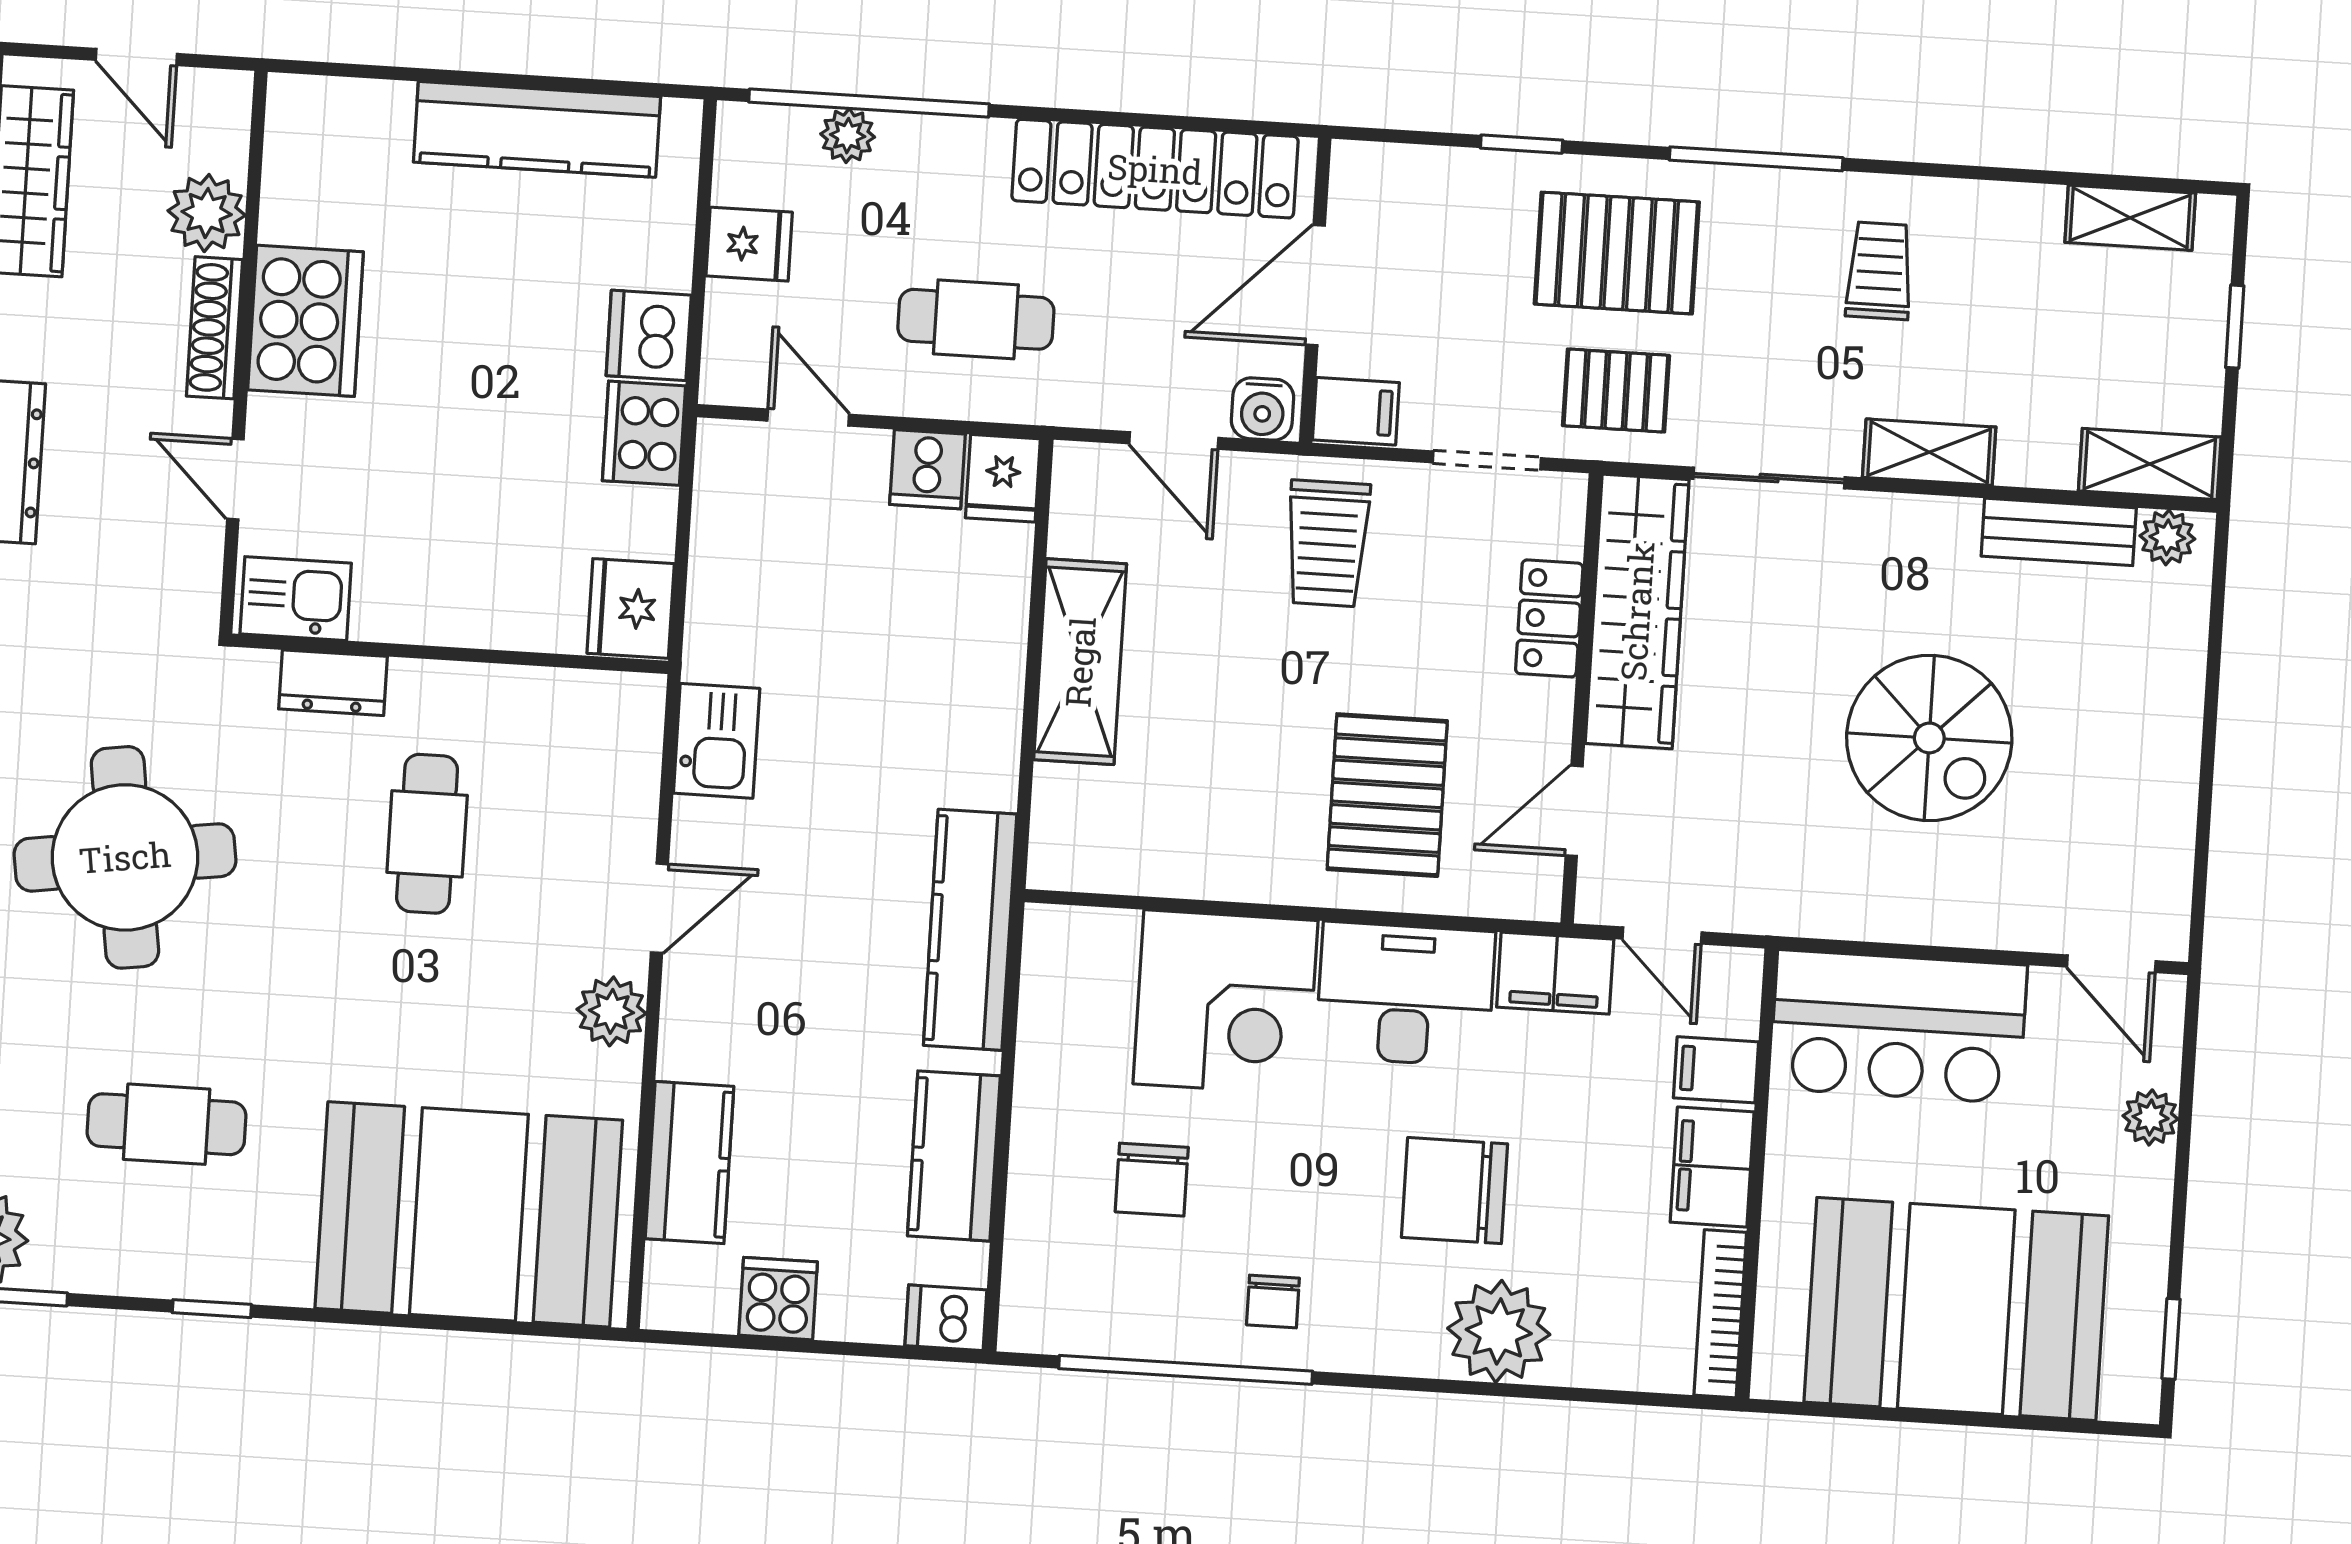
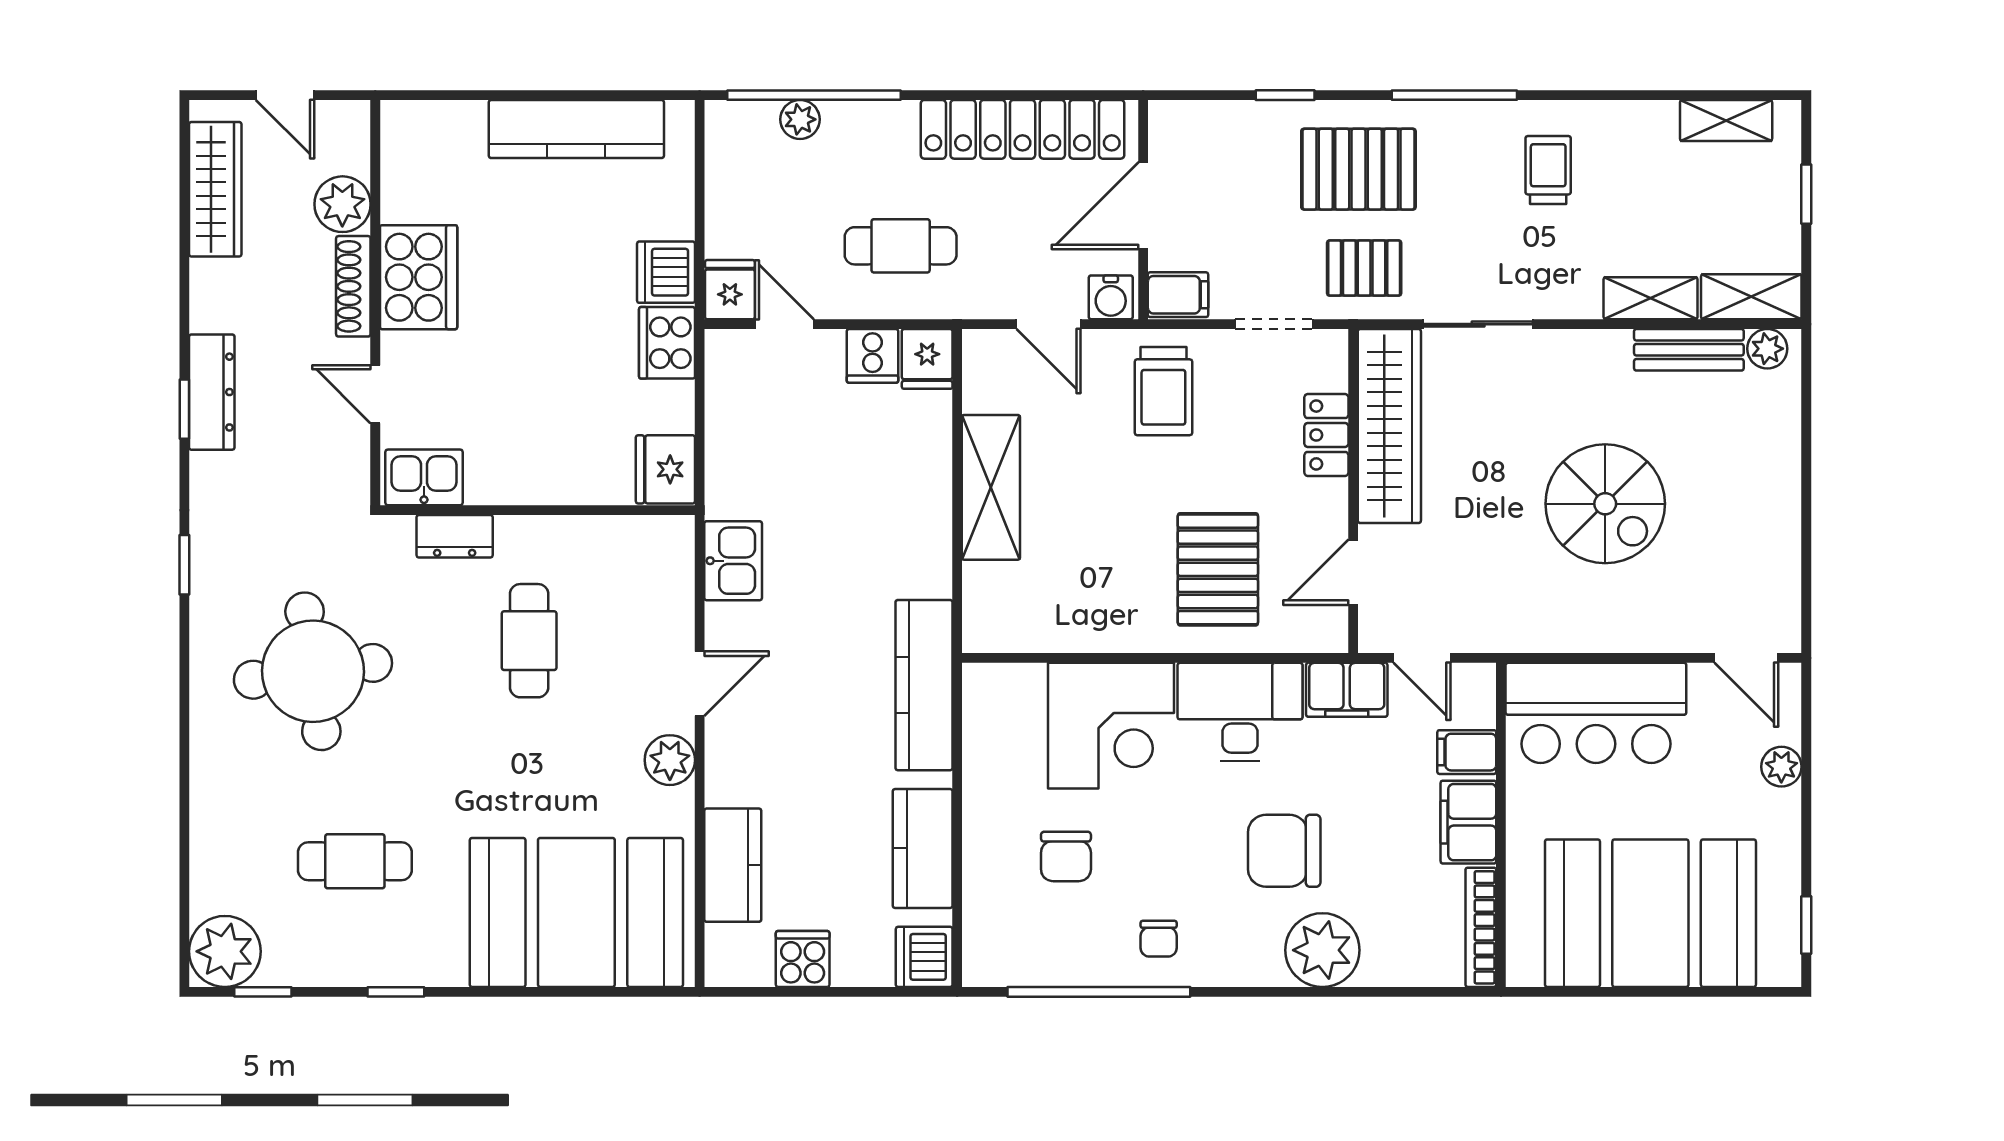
fridge: (749, 244) -> (730, 290), moved, turned -90
shelving: (1929, 452) -> (1651, 298), moved
dishwasher: (946, 1318) -> (924, 957), width x1.38

